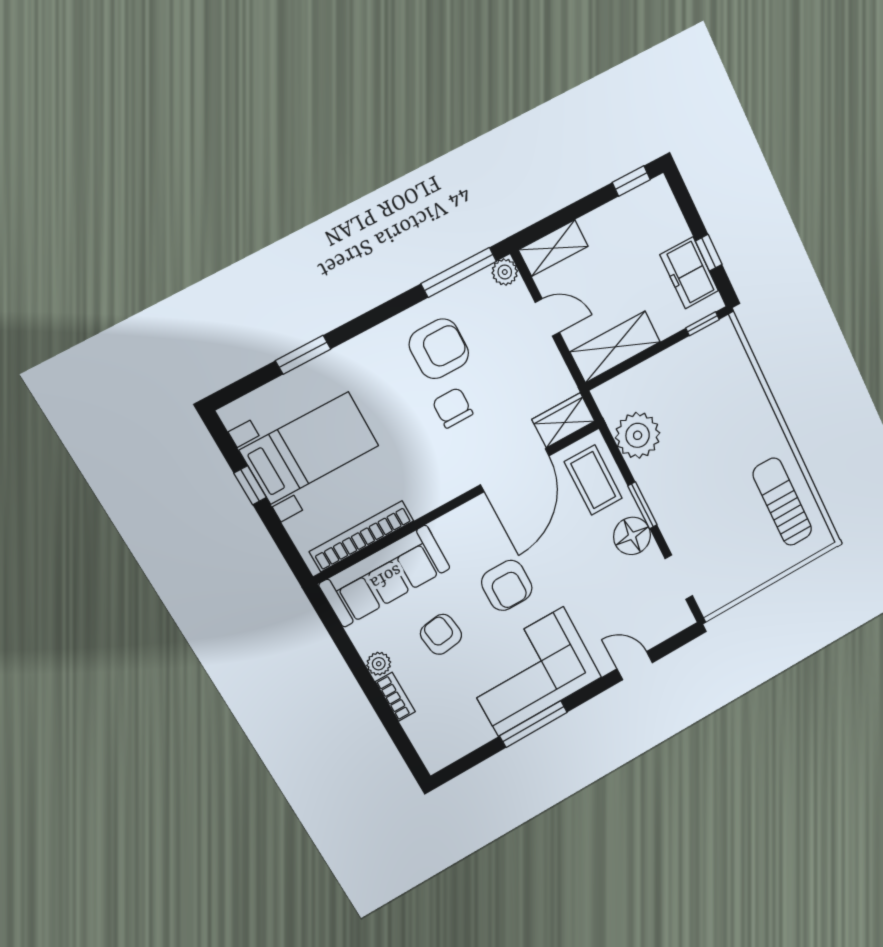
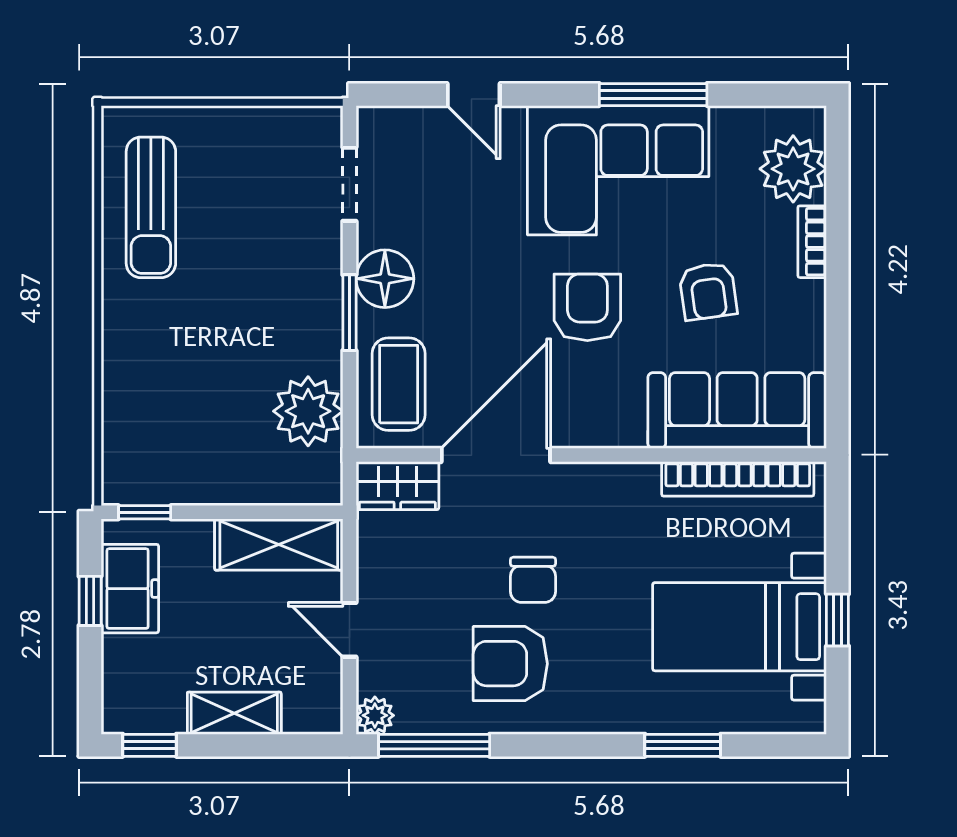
shelving: (553, 248) -> (234, 713), moved
plant: (379, 664) -> (793, 169), moved, width x1.88, depth x1.88

